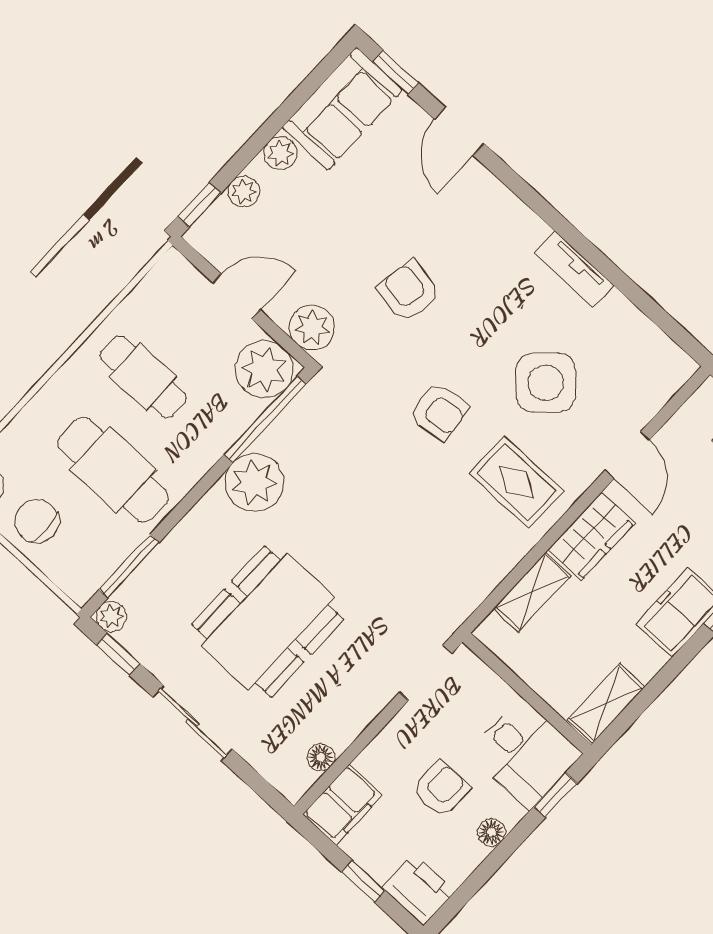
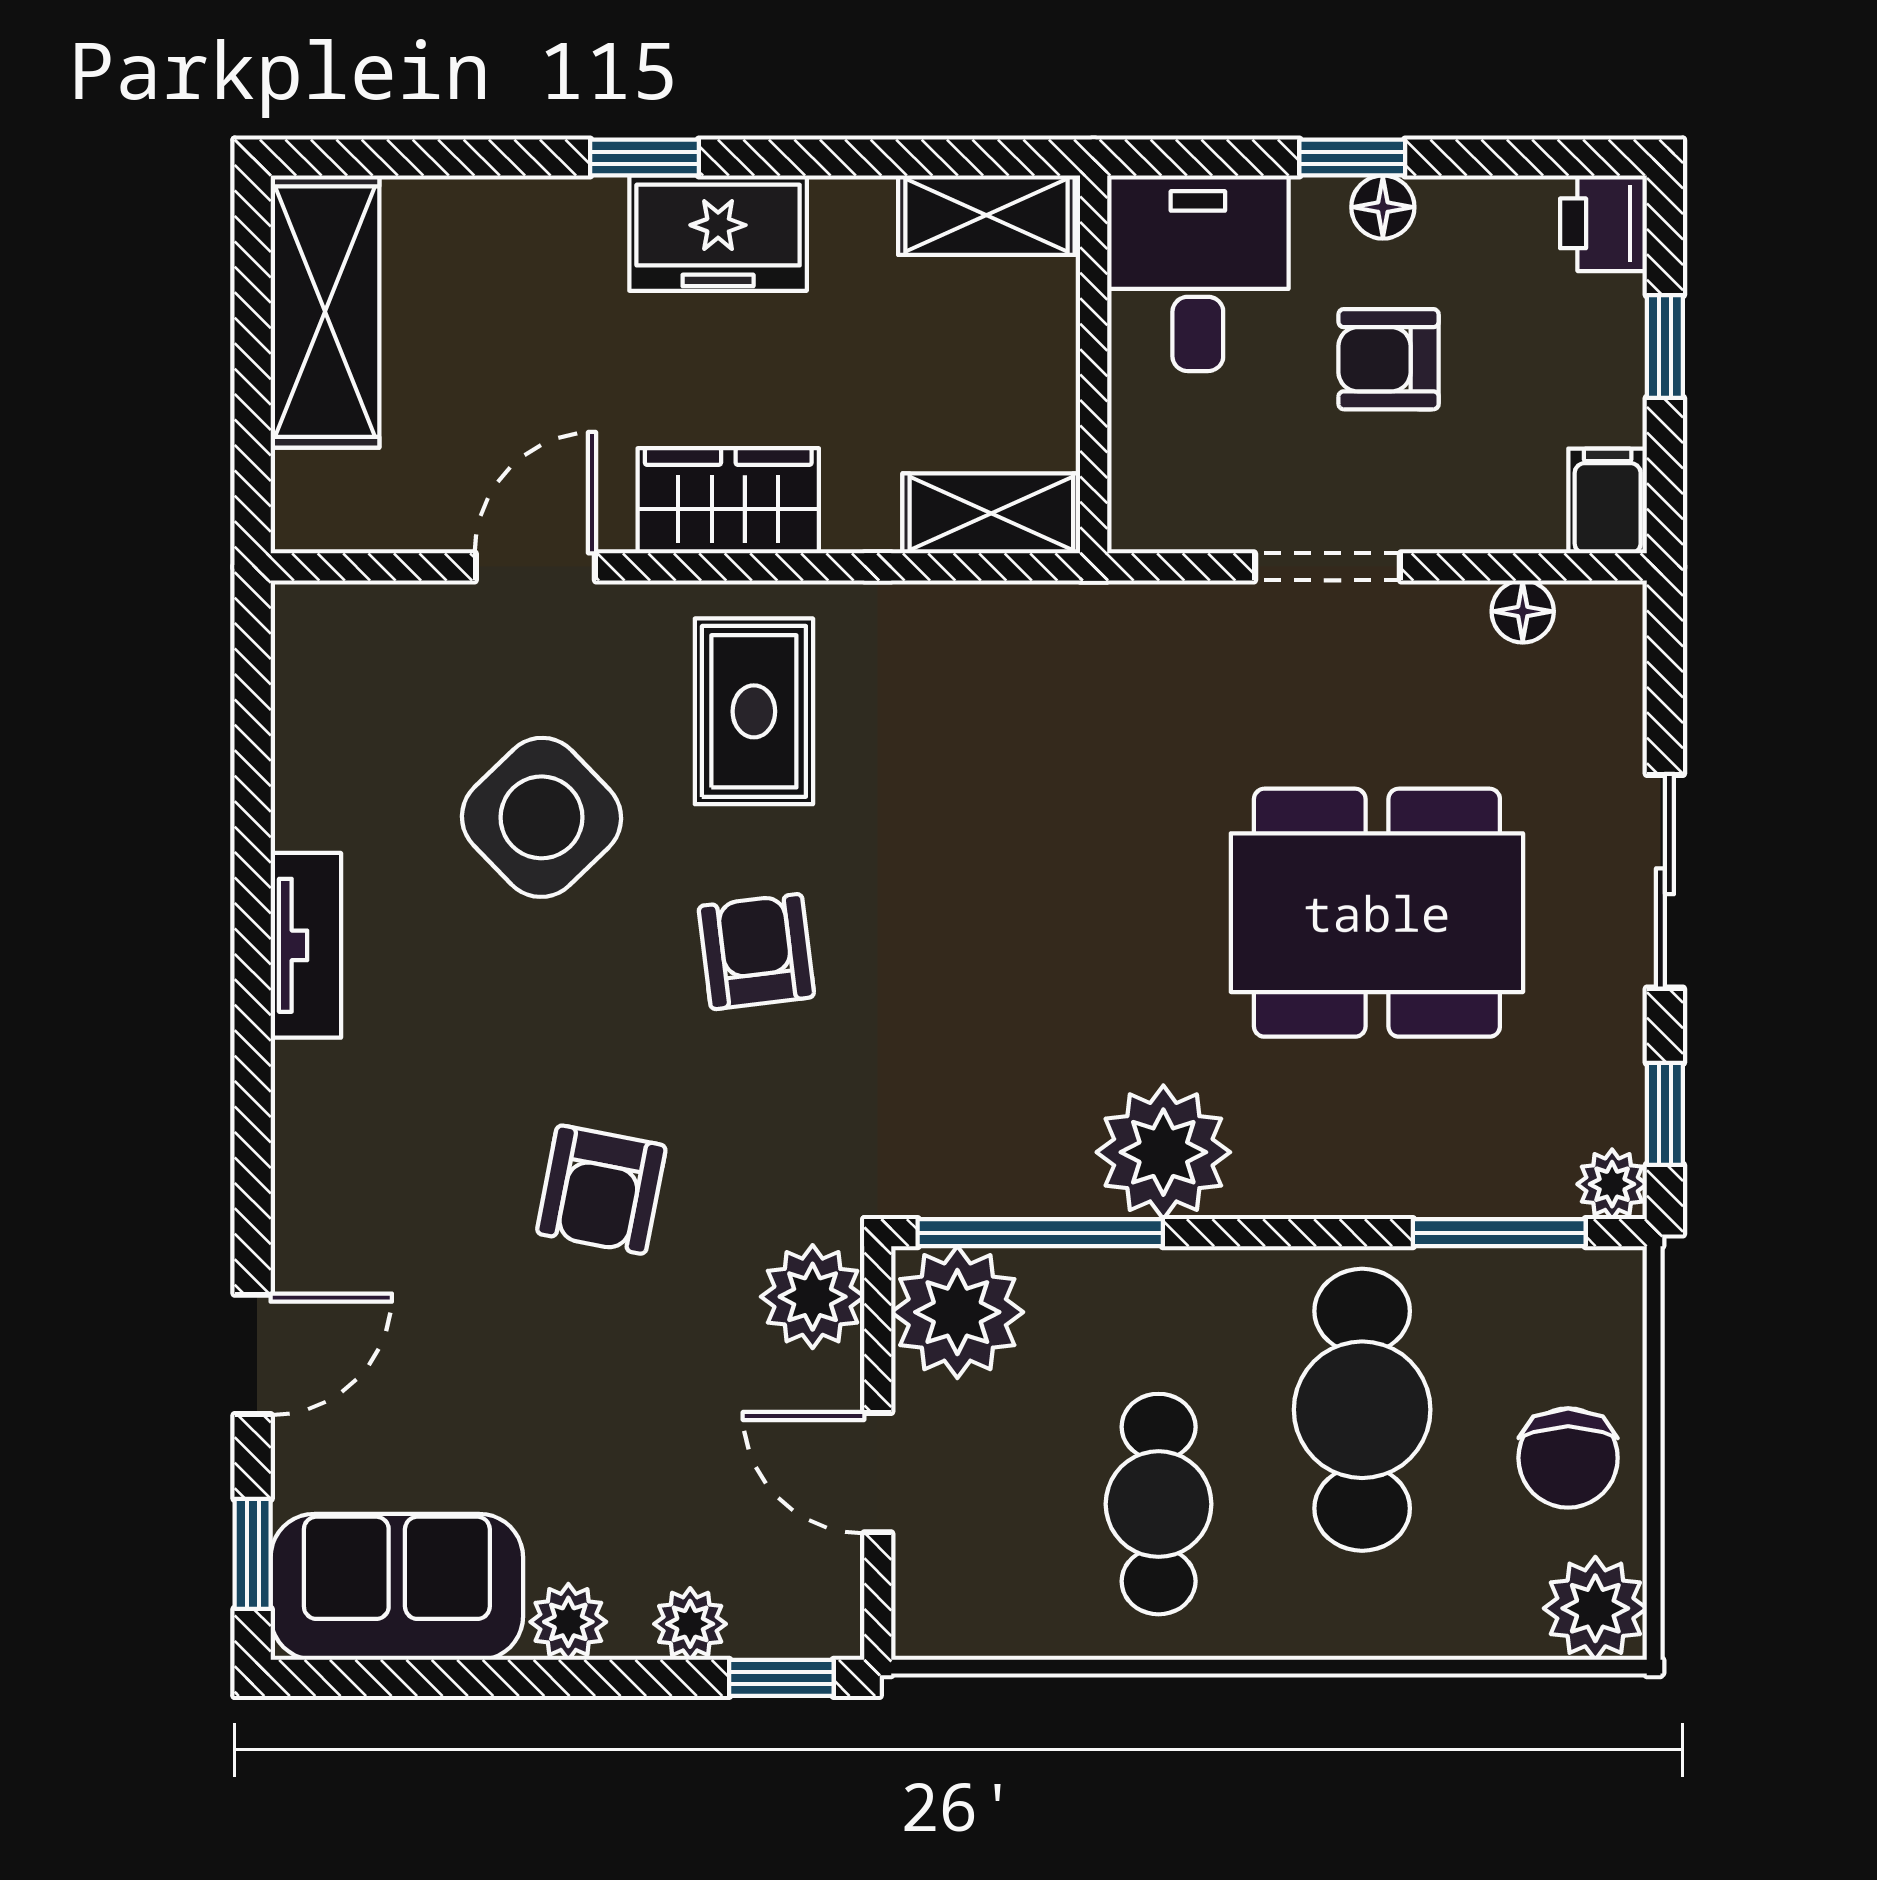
shelving: (532, 592) -> (991, 513), moved
doorway: (426, 673) -> (1328, 567), moved
window: (556, 795) -> (1352, 158), moved
filing cabinet: (343, 805) -> (1608, 501), width x0.50
printer: (419, 890) -> (1603, 223), width x0.73, depth x0.81

